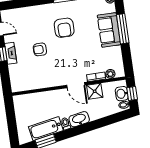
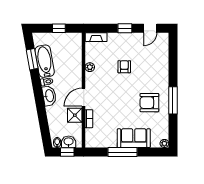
armchair: (64, 28) -> (149, 103), moved
window: (123, 29) -> (122, 152), moved
fireplace: (11, 53) -> (96, 37), moved
plant: (110, 74) -> (90, 67), moved
window: (11, 119) -> (59, 28), added

